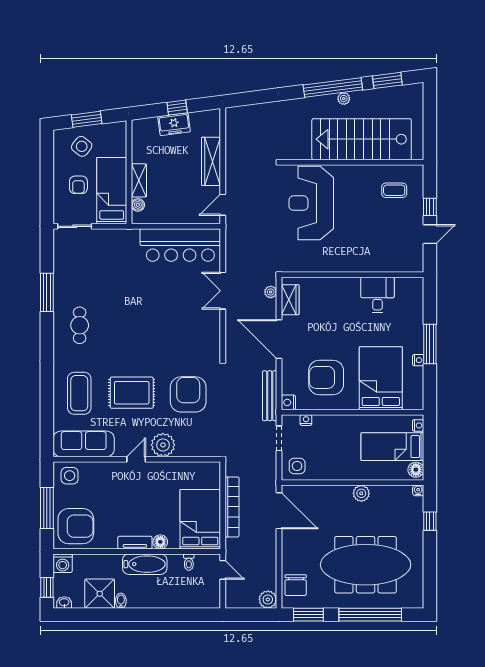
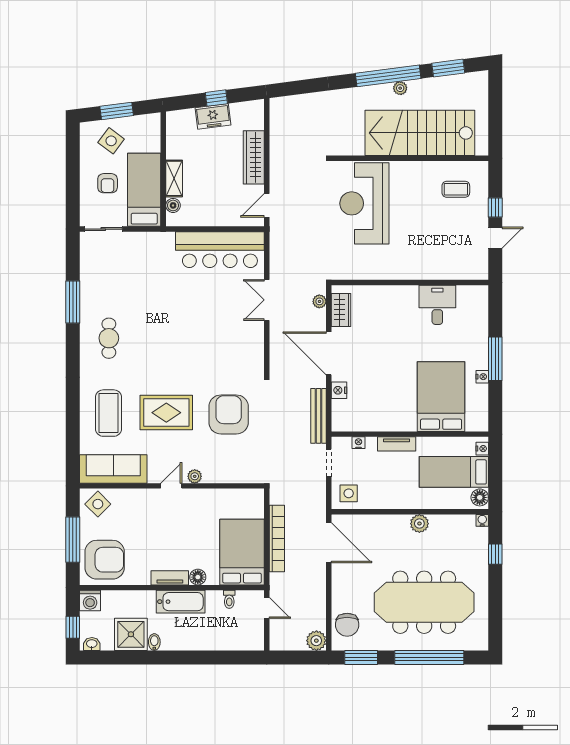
armchair: (326, 377) -> (381, 396), removed
nightstand: (288, 402) -> (339, 390), moved
tv unit: (340, 421) -> (397, 444), added
plant: (163, 445) -> (195, 476), width x0.53, depth x0.53
side table: (70, 476) -> (98, 504), turned 45

